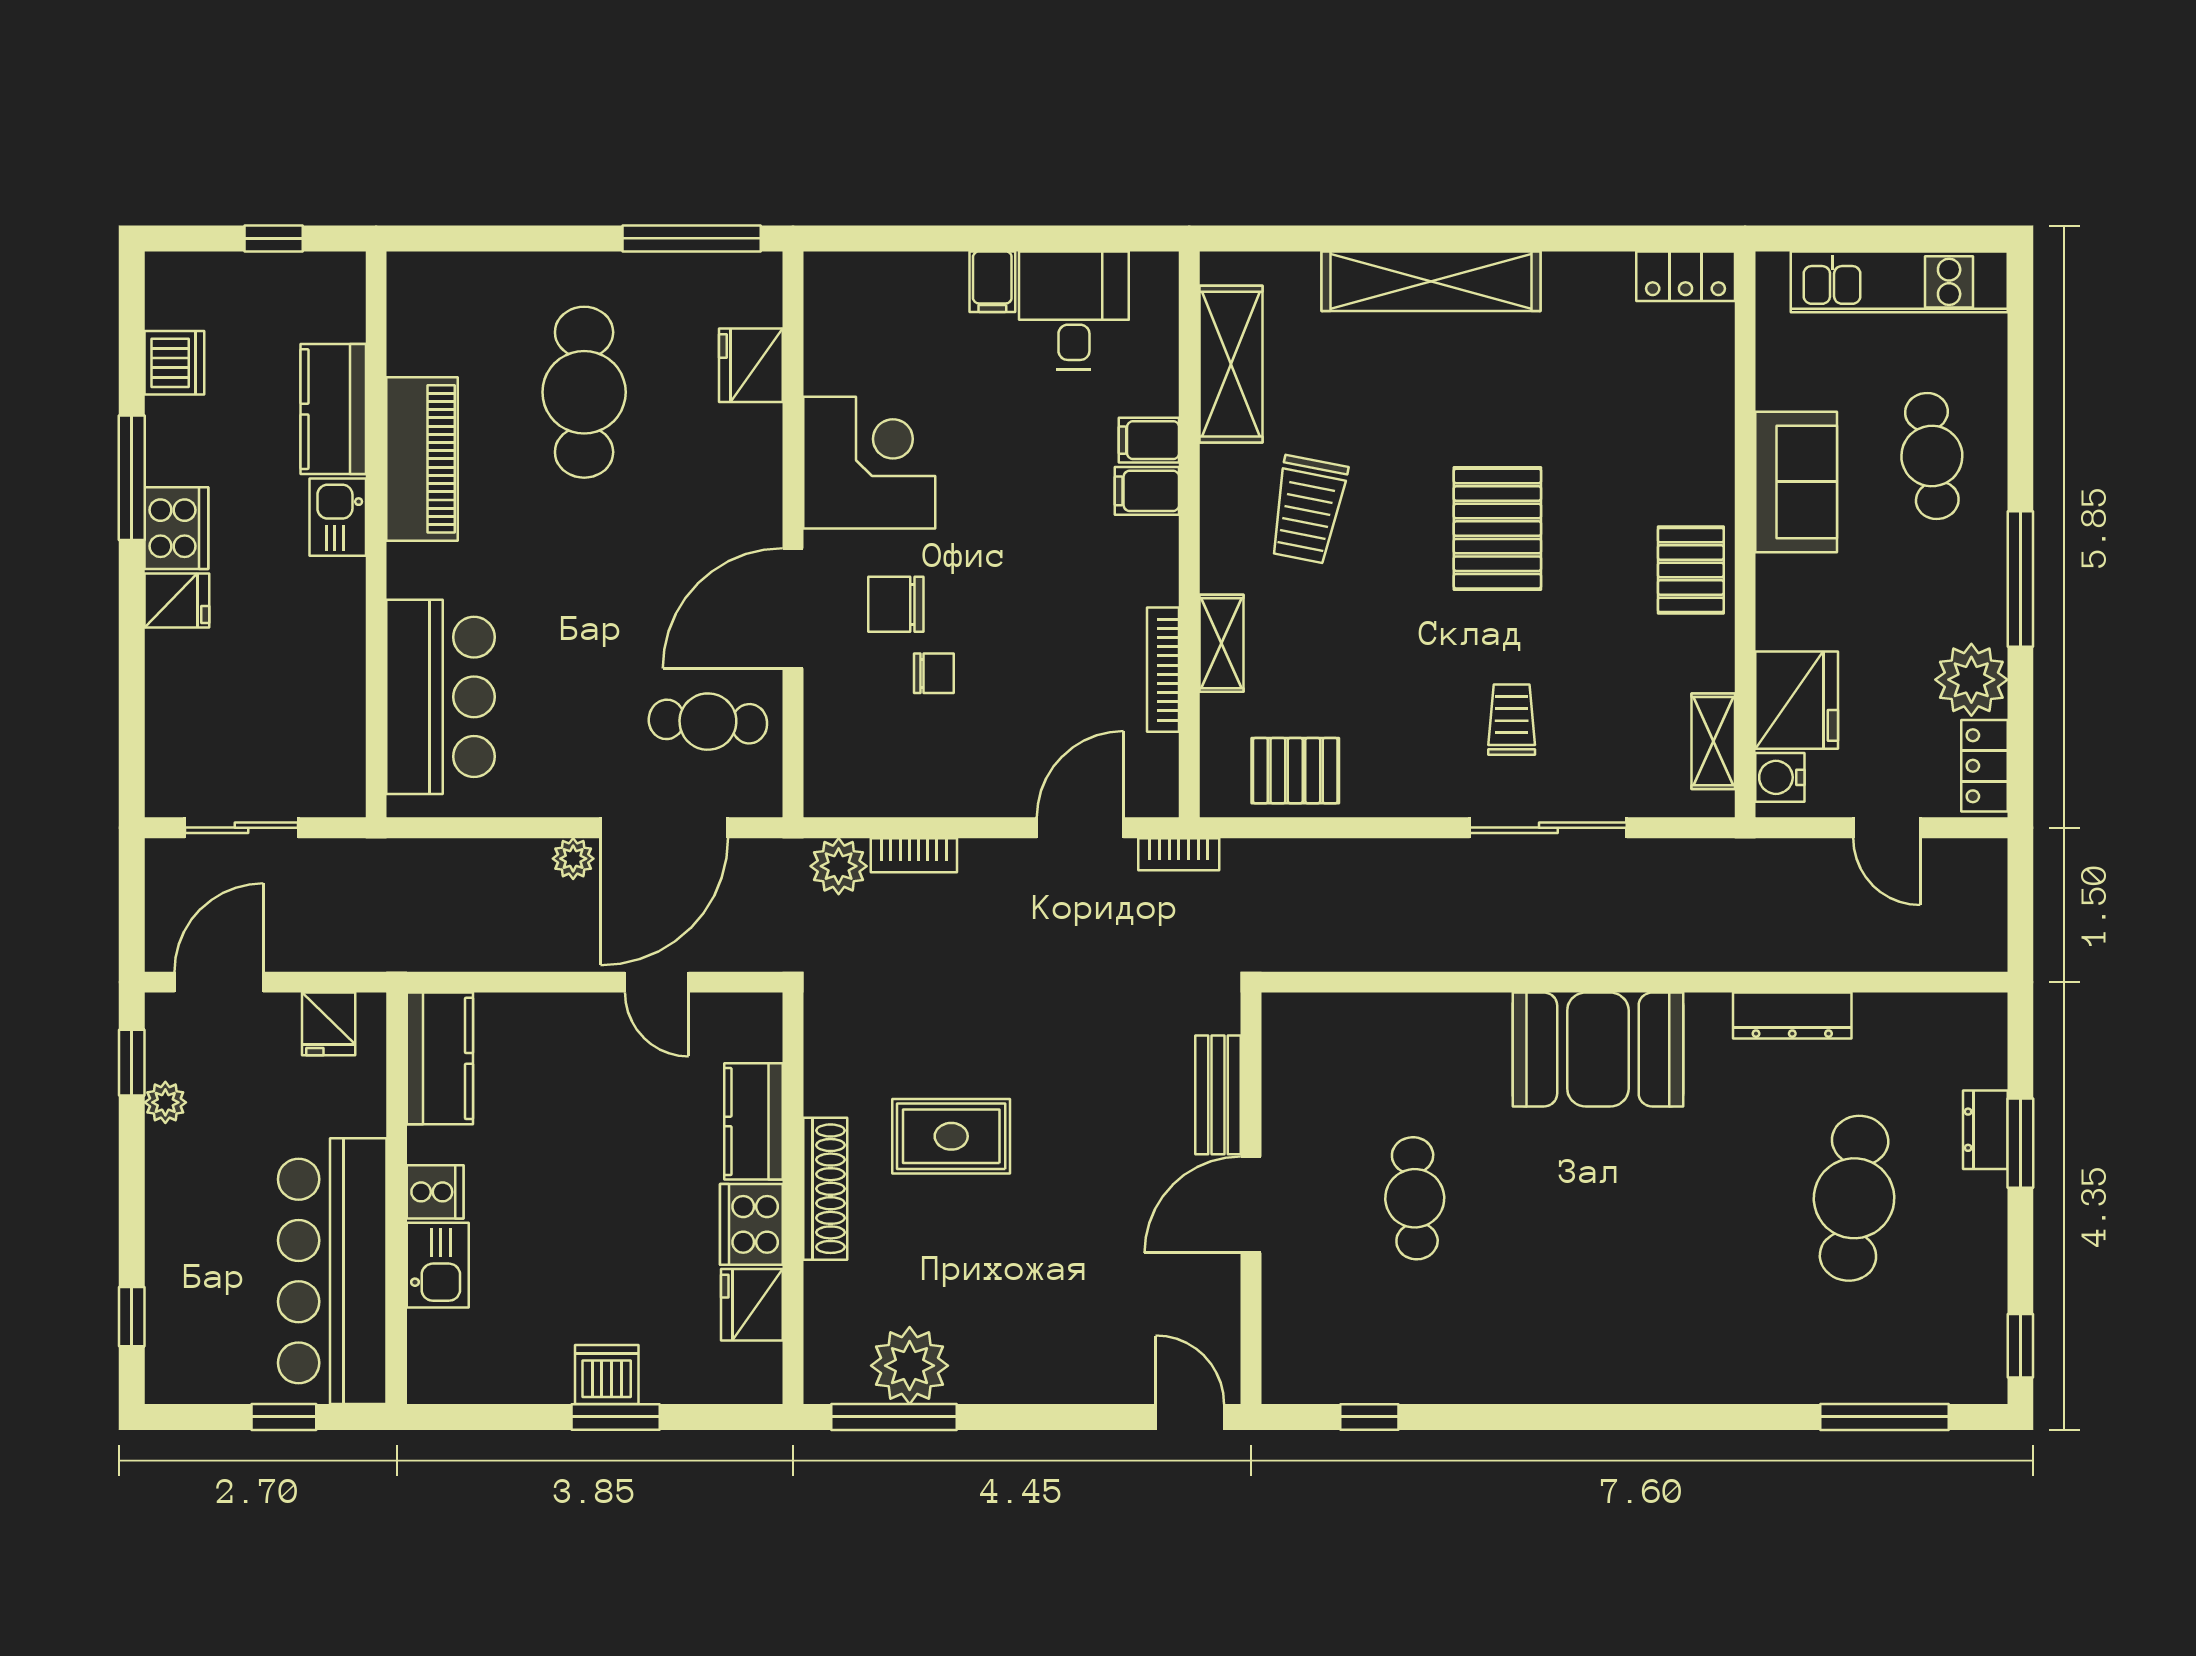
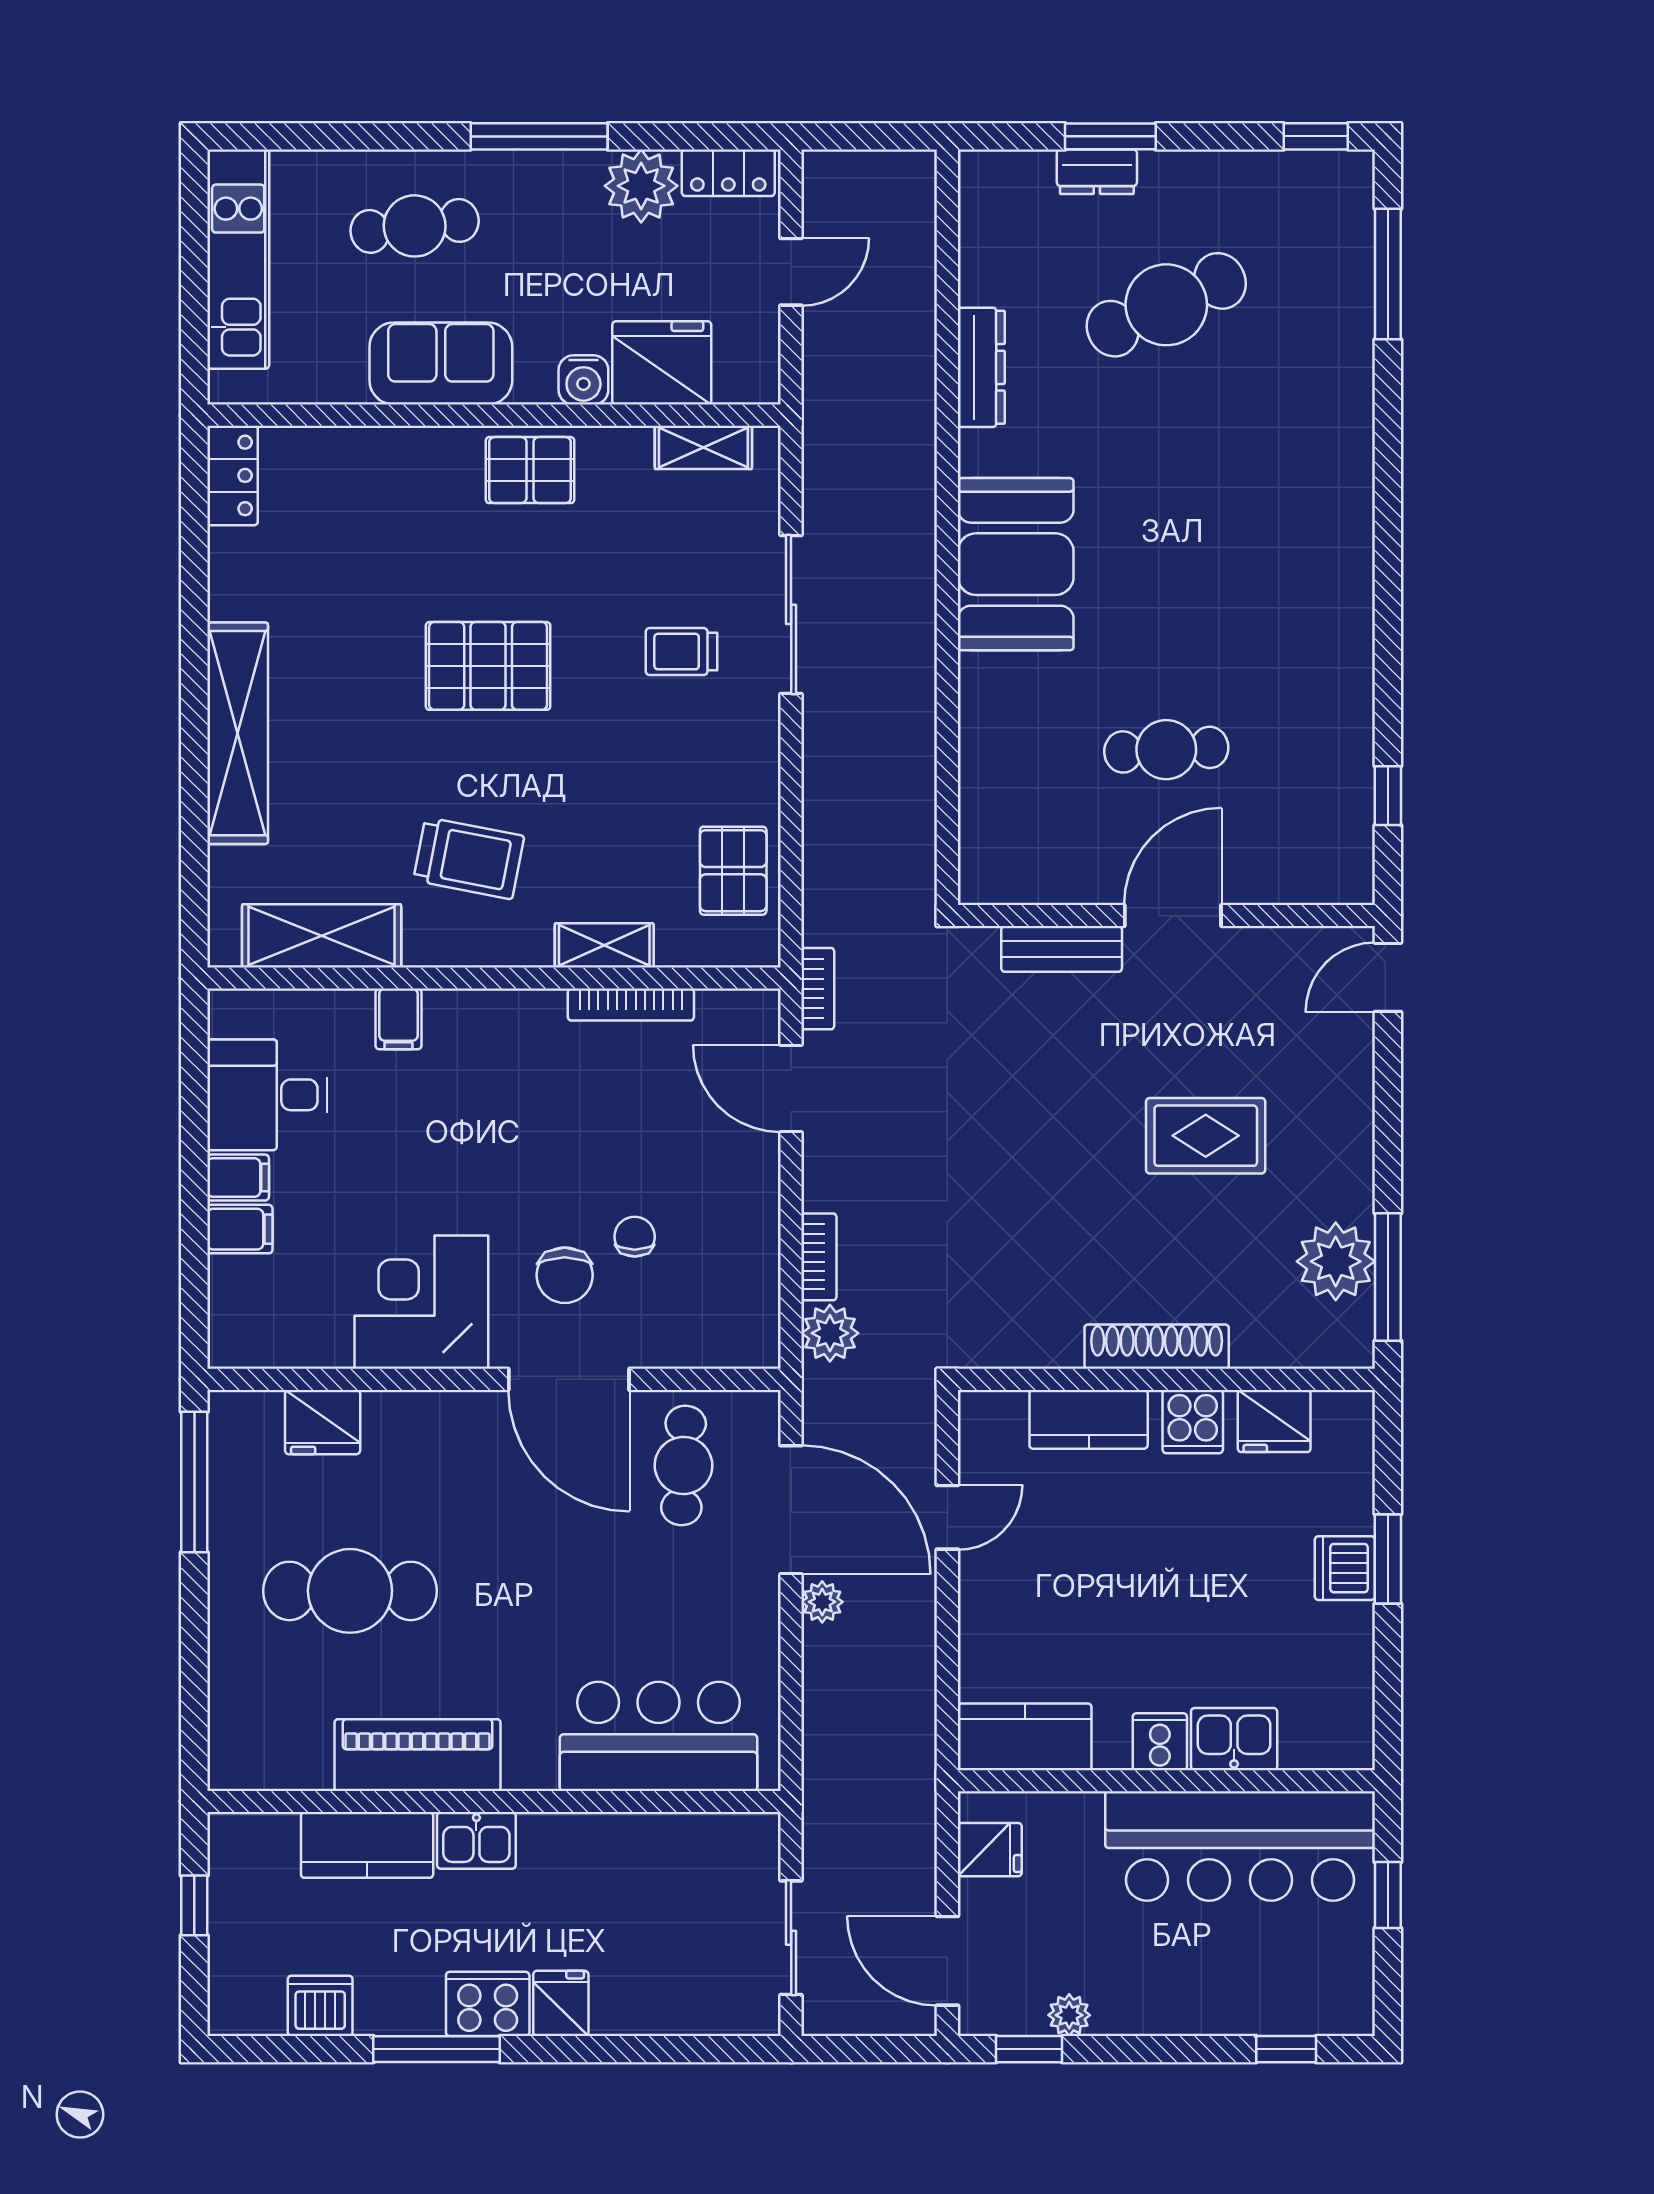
filing cabinet: (1147, 491) -> (240, 1229), moved, turned -90
water cooler: (1780, 777) -> (583, 380), moved
rug: (951, 1136) -> (1206, 1136), moved, turned 90
cafe table: (1854, 1198) -> (1166, 305), turned -30
door: (1251, 1205) -> (1173, 916), swing flipped
cooker: (751, 1224) -> (1193, 1422), width x0.73

